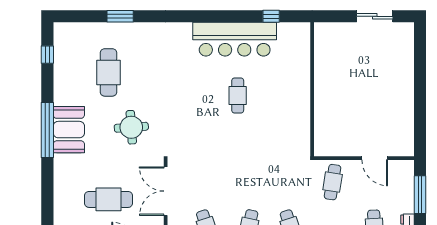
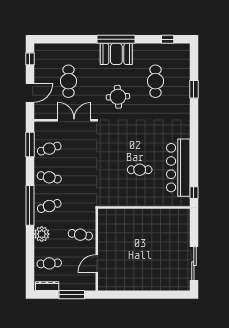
sliding door: (375, 16) -> (194, 264), width x1.37
cafe table: (109, 72) -> (155, 81), turned 90
wall: (312, 89) -> (144, 208), moved

